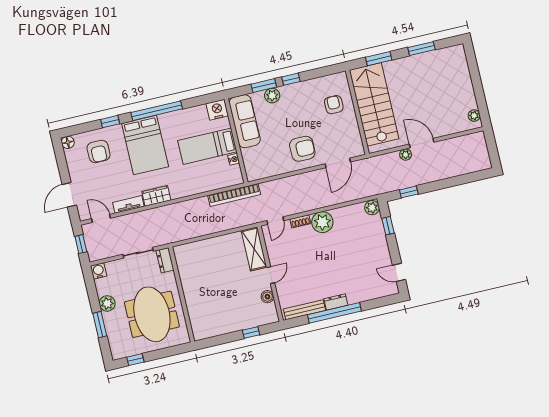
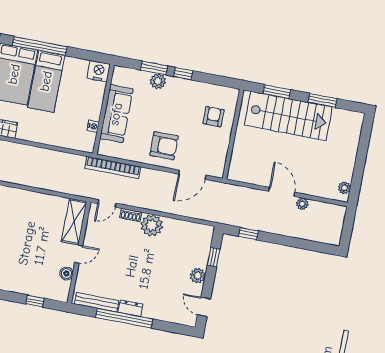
stairs: (374, 104) -> (288, 116), moved, turned 90
sofa: (245, 121) -> (116, 114), moved
bed: (207, 146) -> (46, 81), moved, turned -90
plant: (406, 155) -> (302, 204), moved
bookcase: (234, 195) -> (113, 167), moved
plant: (372, 208) -> (198, 276), moved

